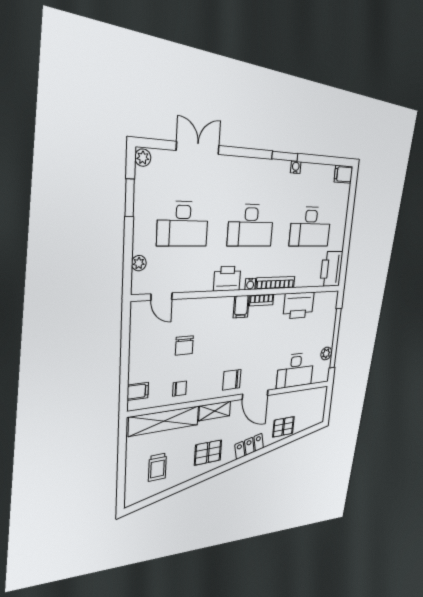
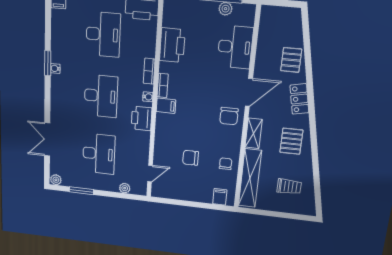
water cooler: (296, 167) -> (55, 68), moved
bookcase: (276, 283) -> (149, 71), width x0.64
chair: (184, 346) -> (191, 158), turned 180

